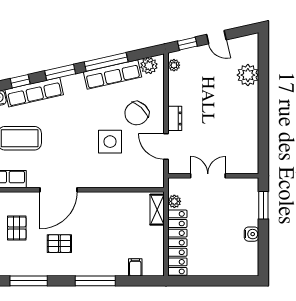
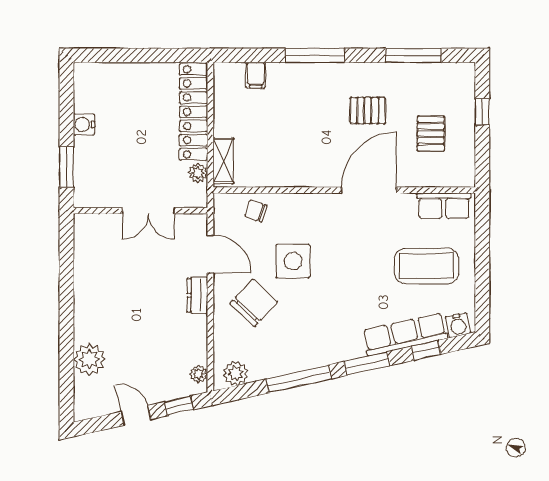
row of seats: (112, 74) -> (289, 360), removed
chair: (135, 176) -> (256, 211), added

